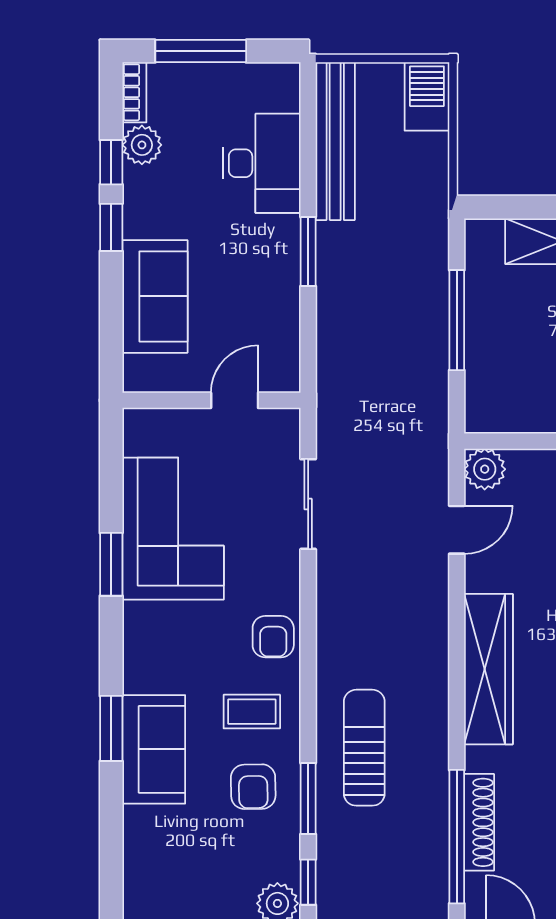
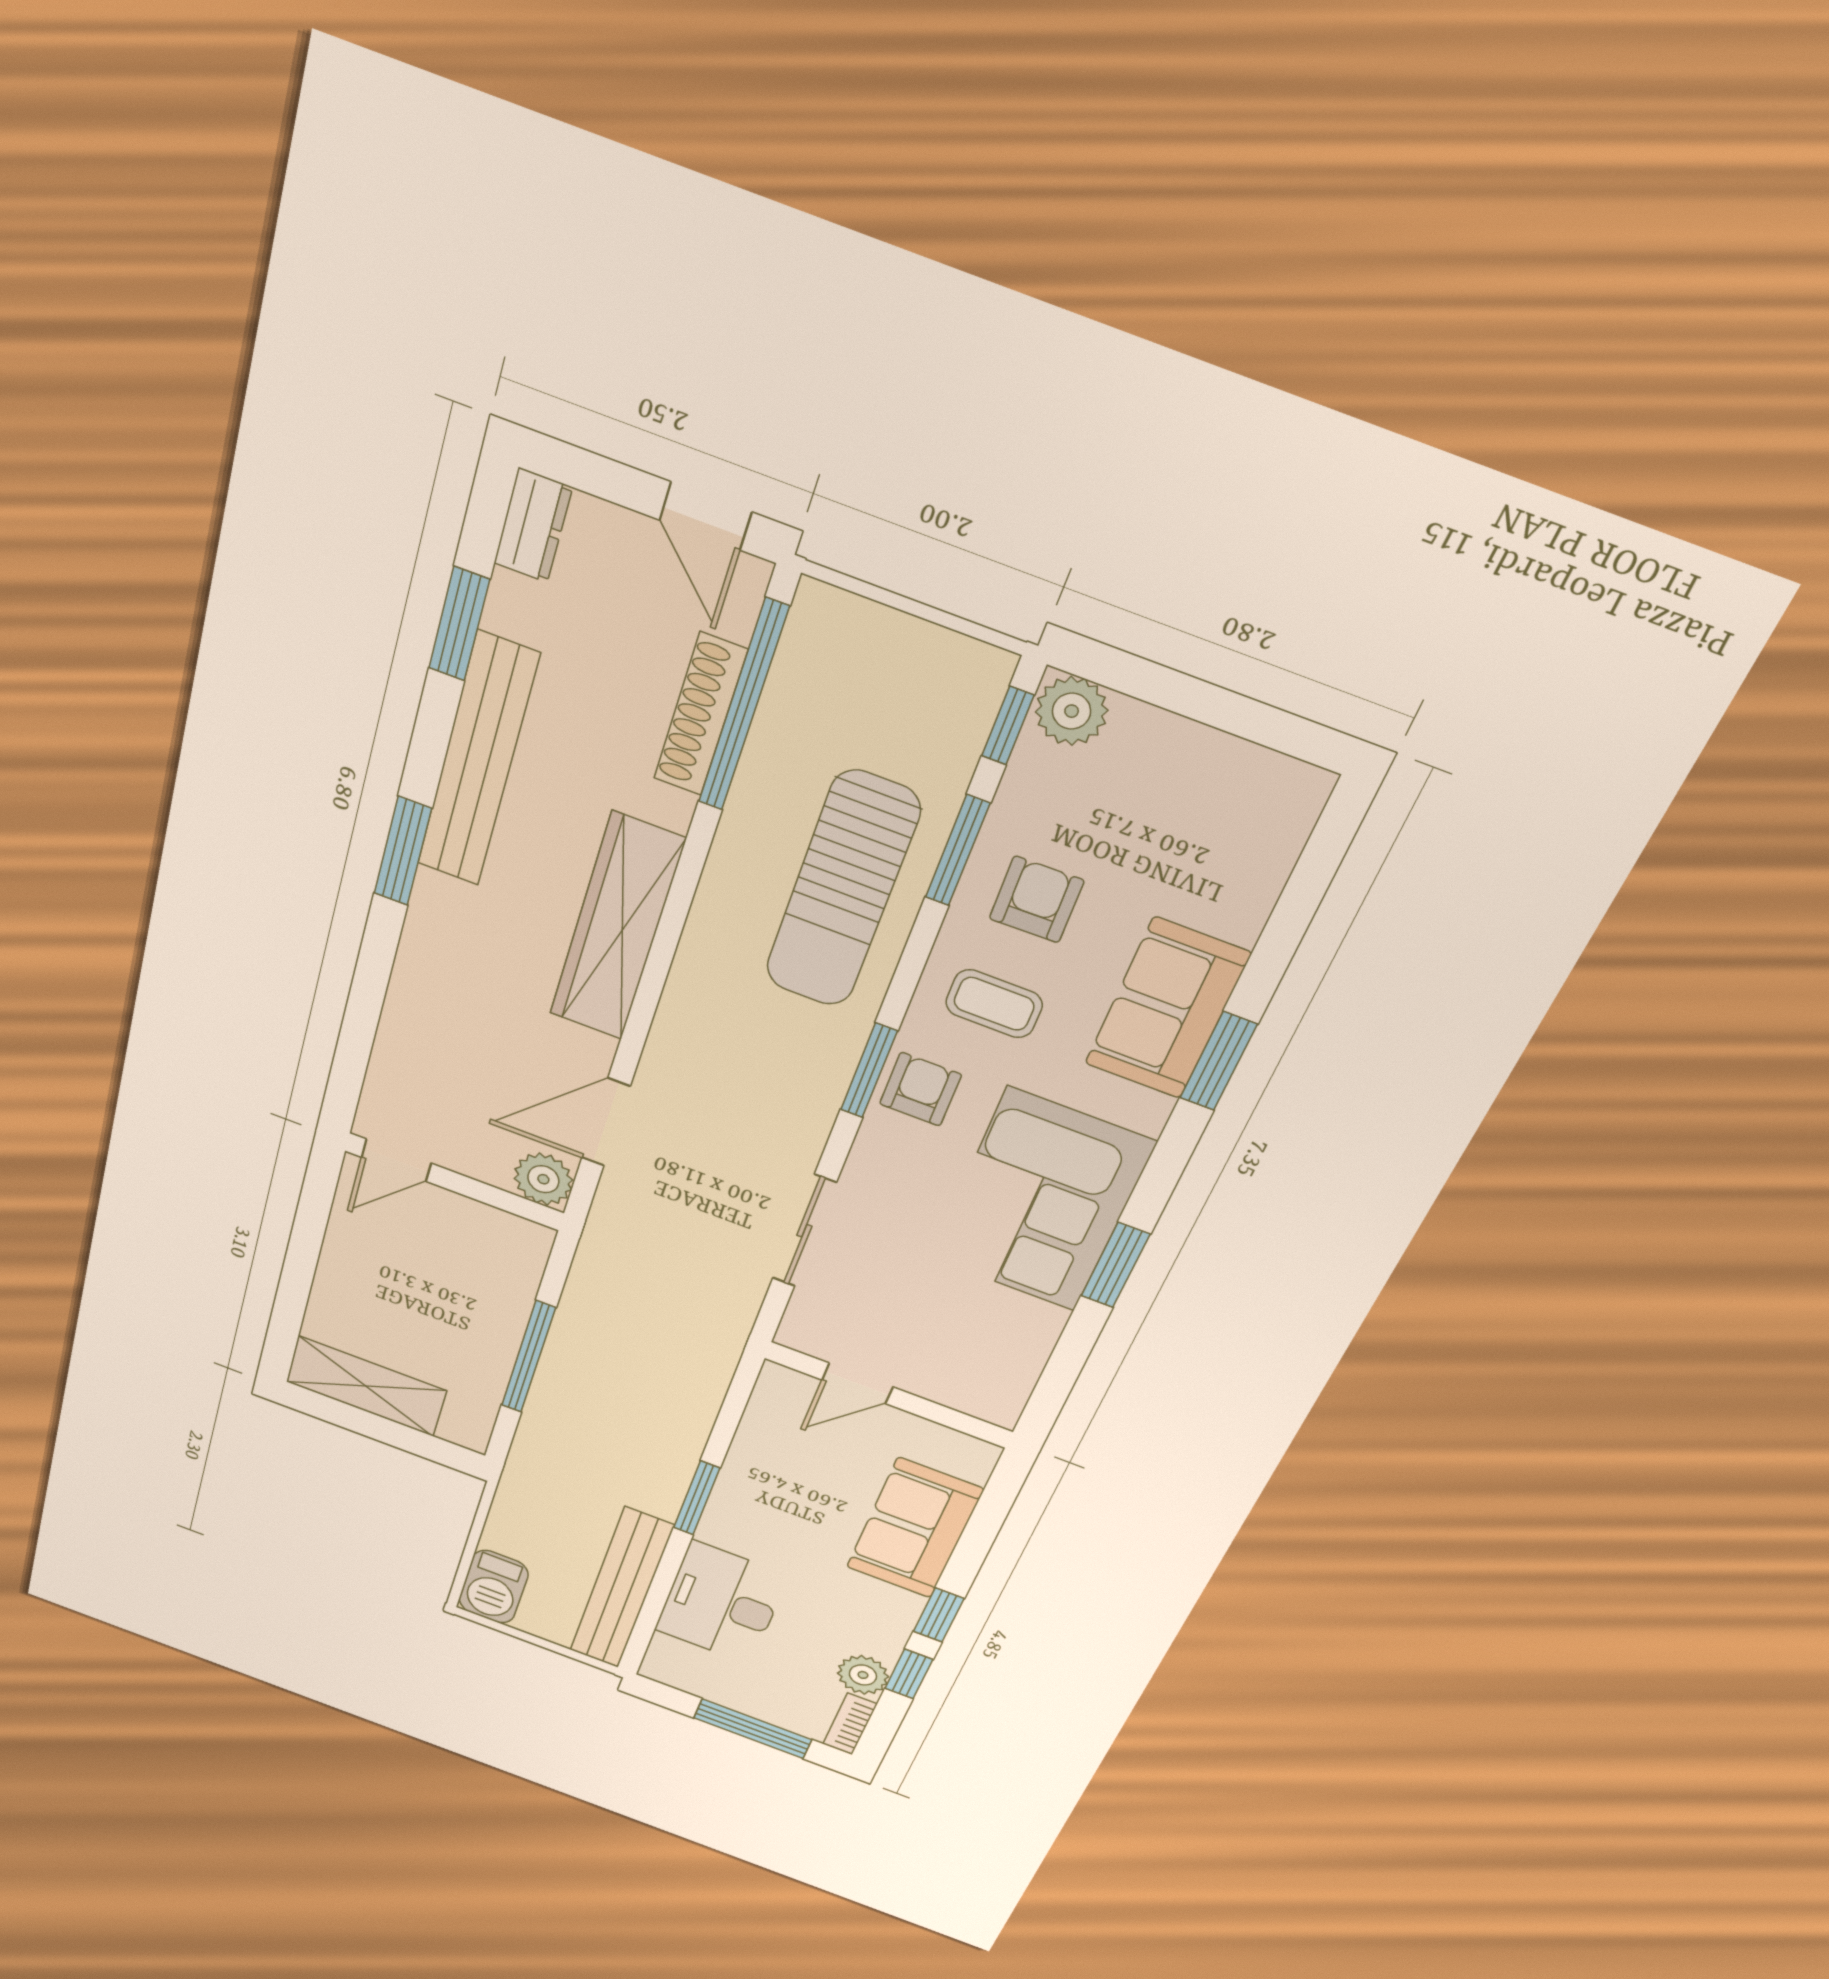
corner sofa: (173, 529) -> (1041, 1201), moved
door: (457, 530) -> (606, 1122), width x1.38
window: (308, 636) -> (869, 1071), added
sun lounger: (364, 748) -> (842, 890), width x1.36, depth x1.34

